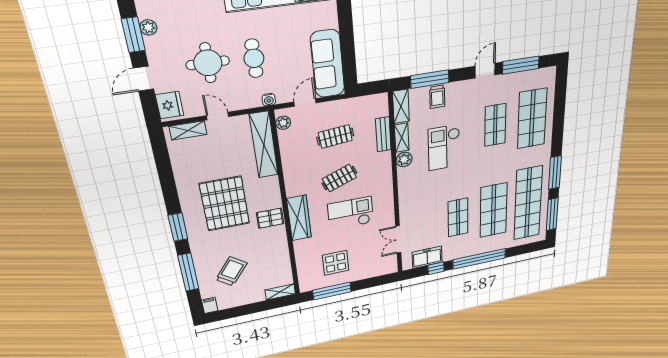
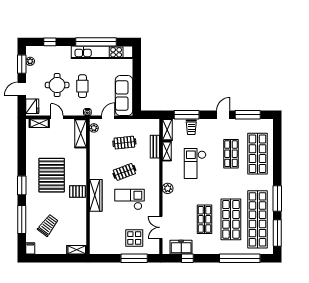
shelving: (264, 145) -> (81, 133), width x0.68
plant: (404, 159) -> (168, 188), moved
window: (479, 259) -> (240, 258), moved
display table: (336, 263) -> (134, 238), moved
window: (332, 291) -> (134, 258), moved

